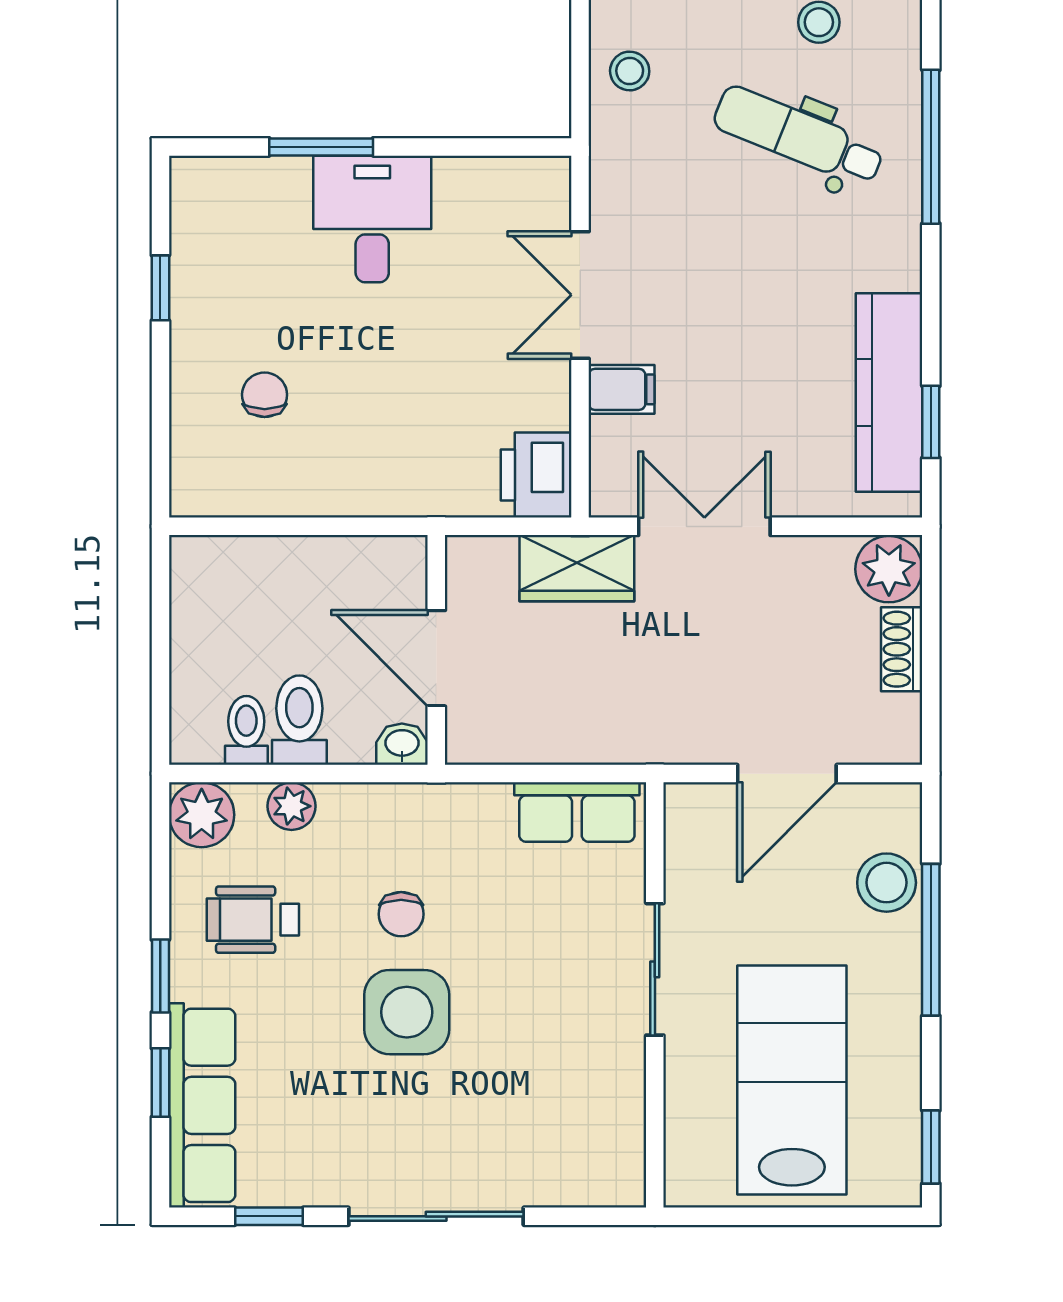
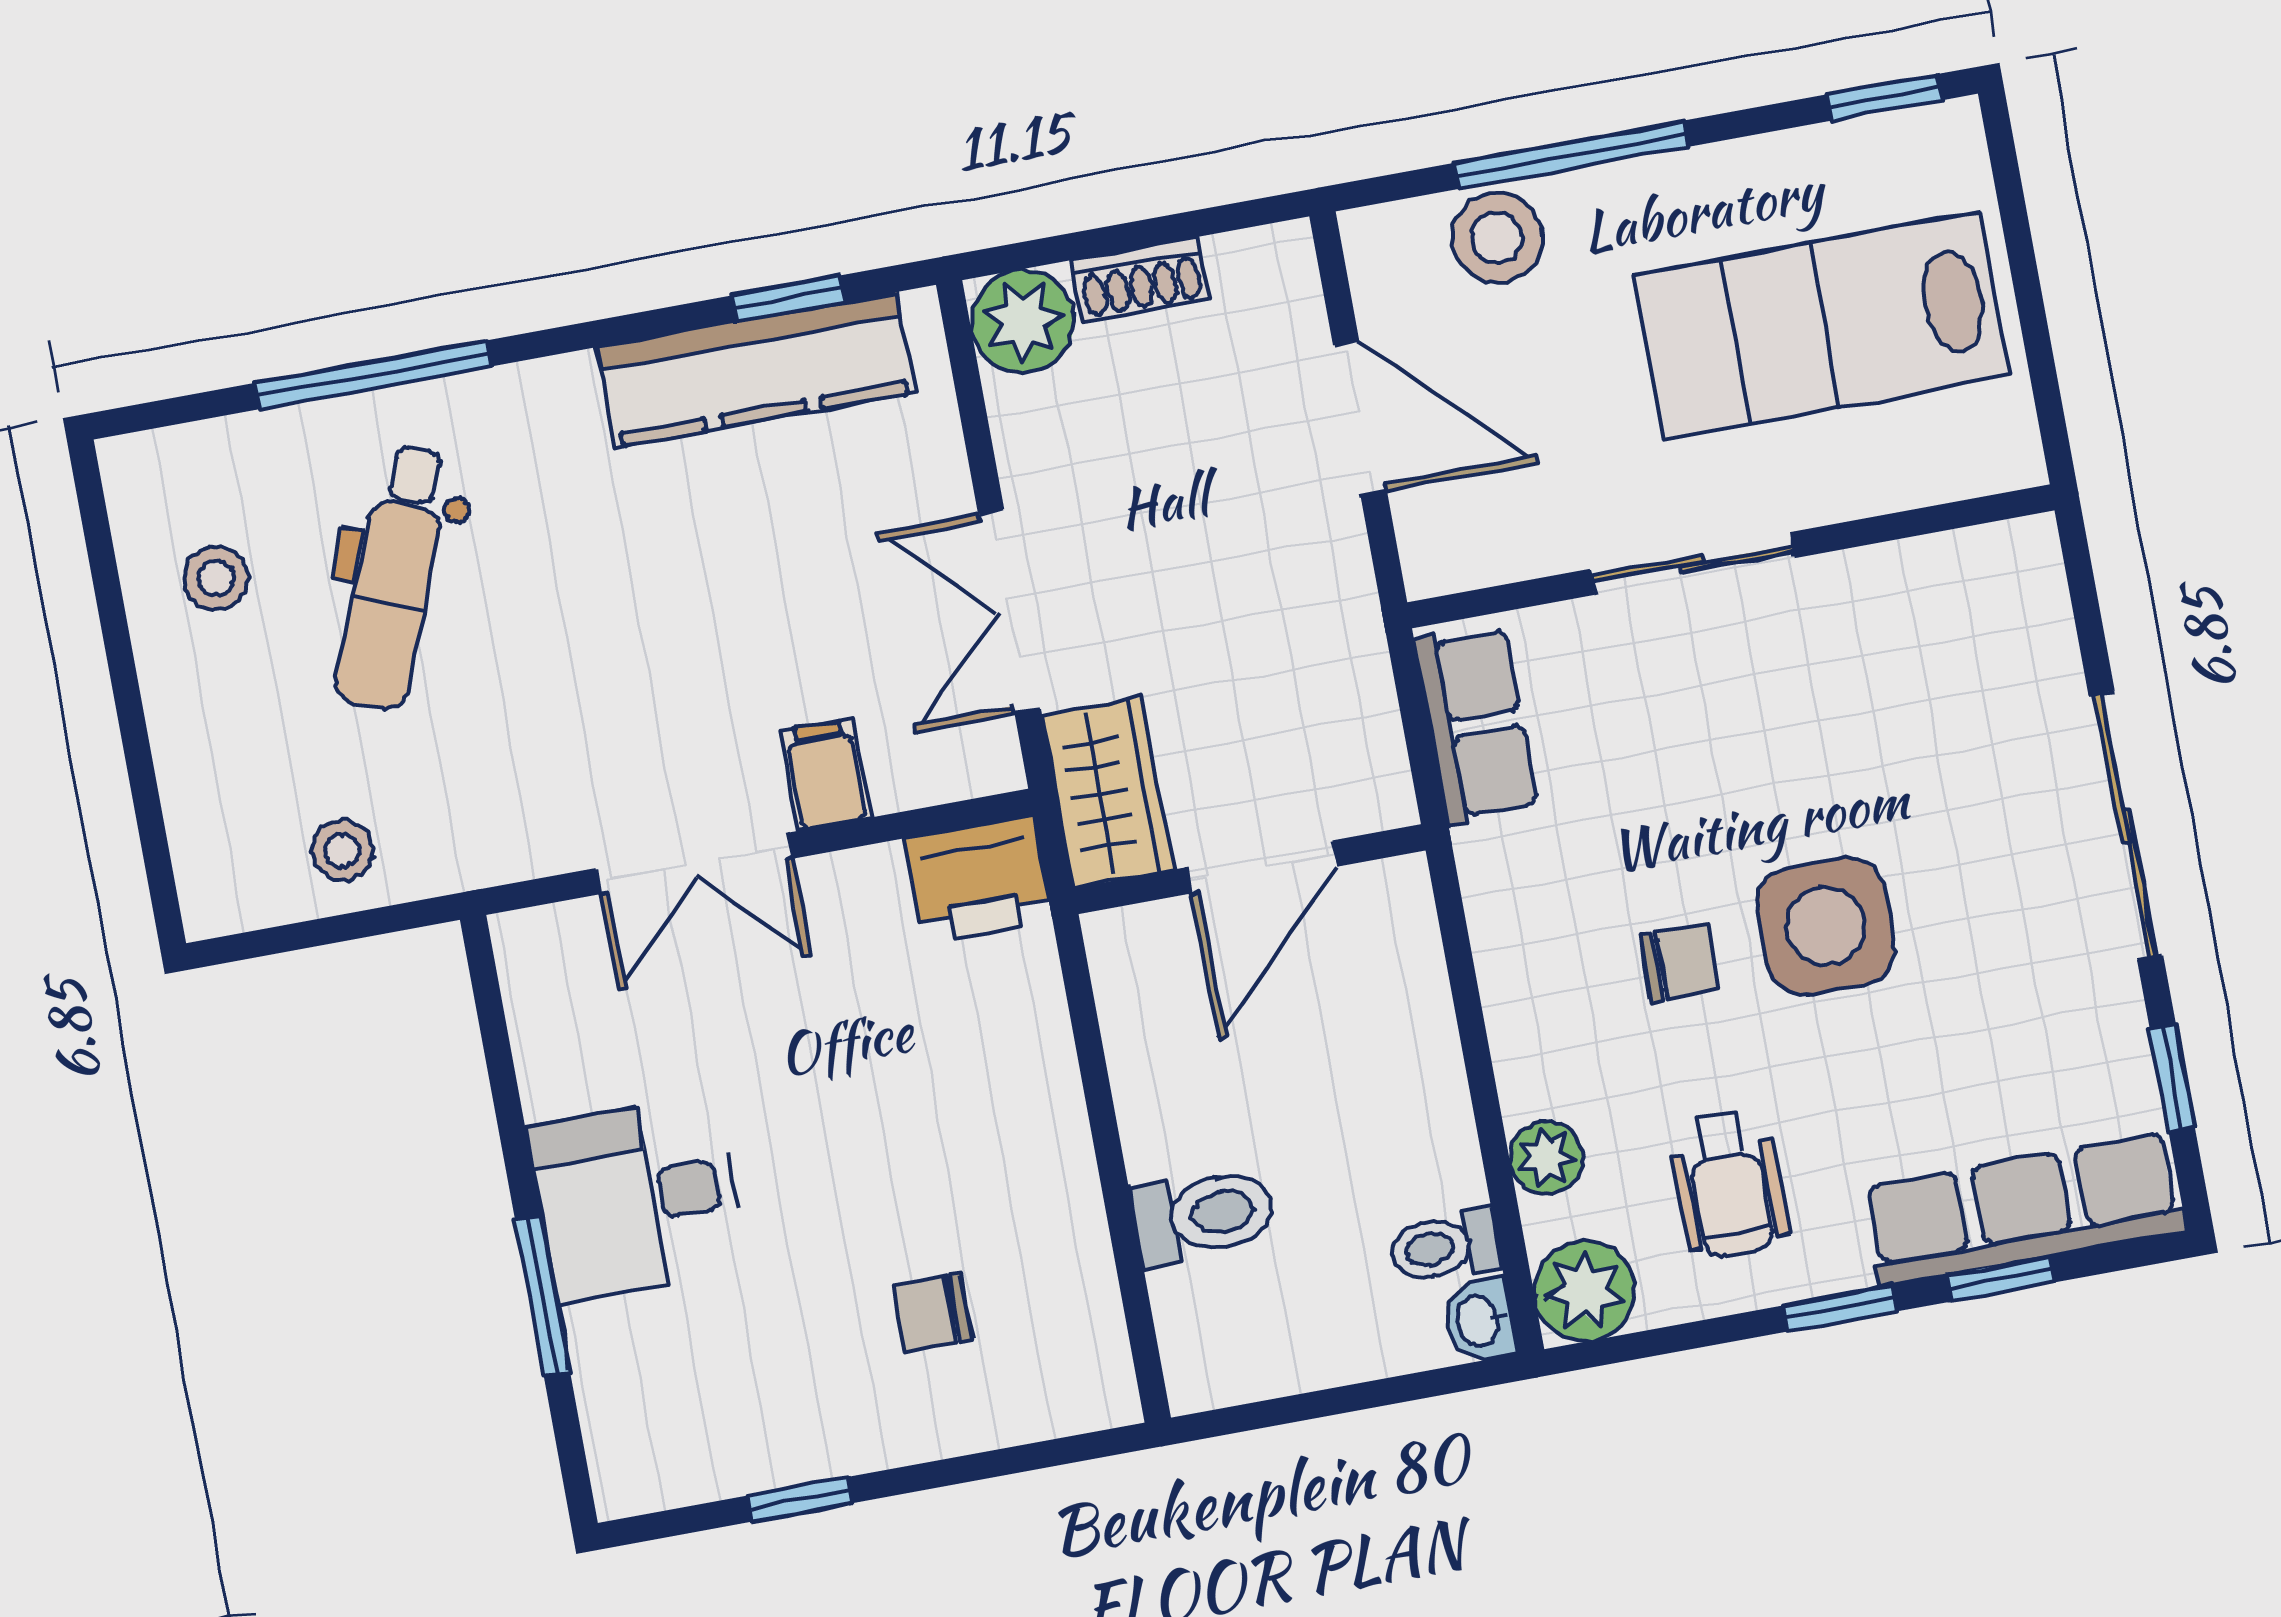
wall: (436, 650) -> (1250, 869), moved
door: (436, 658) -> (1262, 867), moved
toilet: (299, 720) -> (1204, 1215), moved, turned 180
washbasin: (402, 744) -> (1480, 1321), moved

